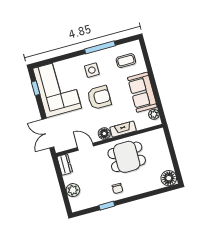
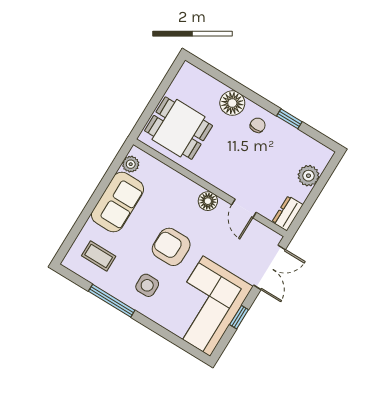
window: (36, 88) -> (239, 317), moved
fireplace: (123, 129) -> (182, 184), removed
dining table: (127, 157) -> (179, 128), moved
floor lamp: (169, 178) -> (232, 103), moved

